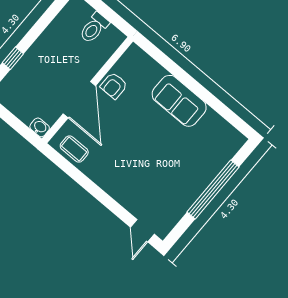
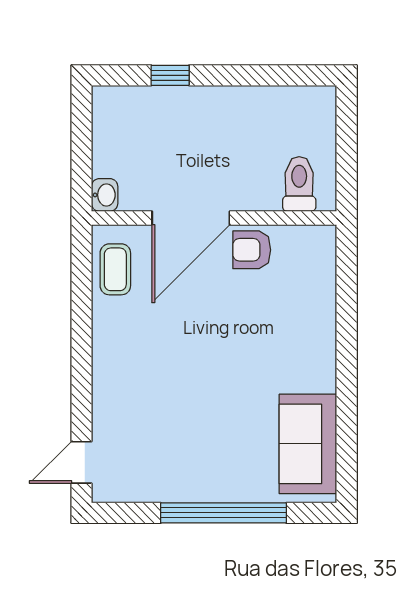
toilet: (94, 28) -> (299, 184), moved, turned 90
sofa: (179, 101) -> (308, 444), moved

